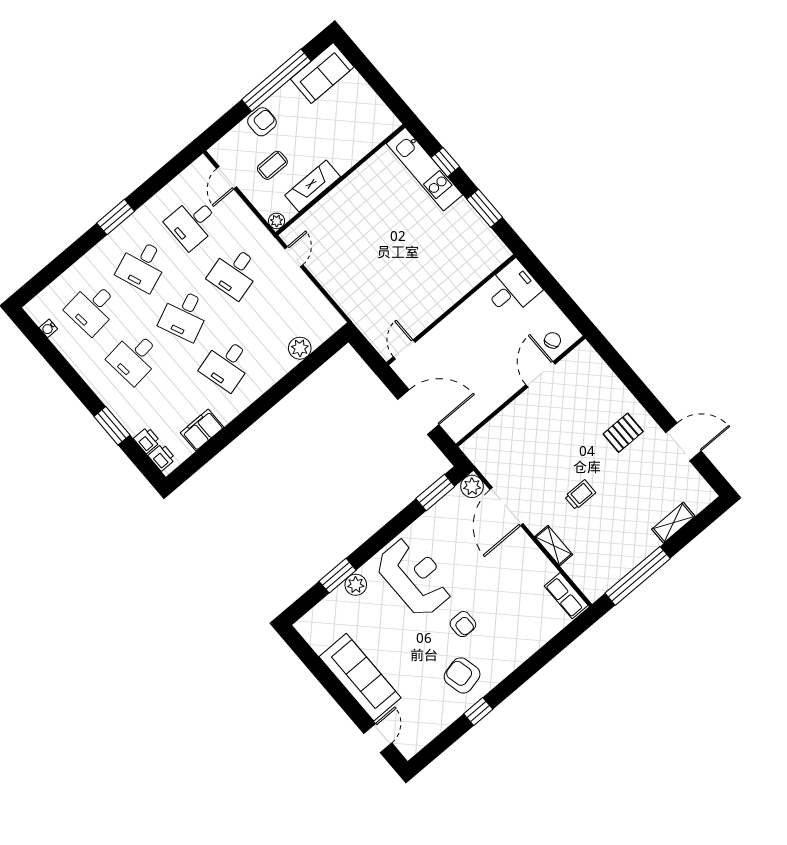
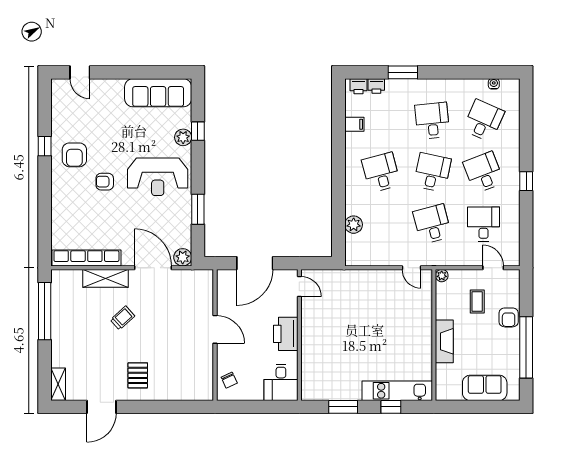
sofa: (322, 73) -> (485, 388), moved, turned 90
fireplace: (313, 186) -> (444, 341), moved
window: (116, 217) -> (526, 181), width x0.67
desk: (92, 308) -> (484, 121), turned 30
desk: (184, 315) -> (432, 172), turned 36
printer: (461, 324) -> (286, 334), added
door: (540, 374) -> (215, 329), moved
filing cabinet: (202, 430) -> (354, 124), width x0.50
window: (435, 492) -> (198, 209), moved
trolley: (580, 495) -> (123, 318), turned -132
shelving: (673, 523) -> (58, 384), moved
shelving: (554, 546) -> (106, 278), width x1.50, depth x1.33
window: (338, 576) -> (198, 131), width x0.67
row of seats: (566, 596) -> (86, 258), width x2.02
armchair: (462, 675) -> (74, 155), turned 103
sofa: (360, 677) -> (158, 93), moved

